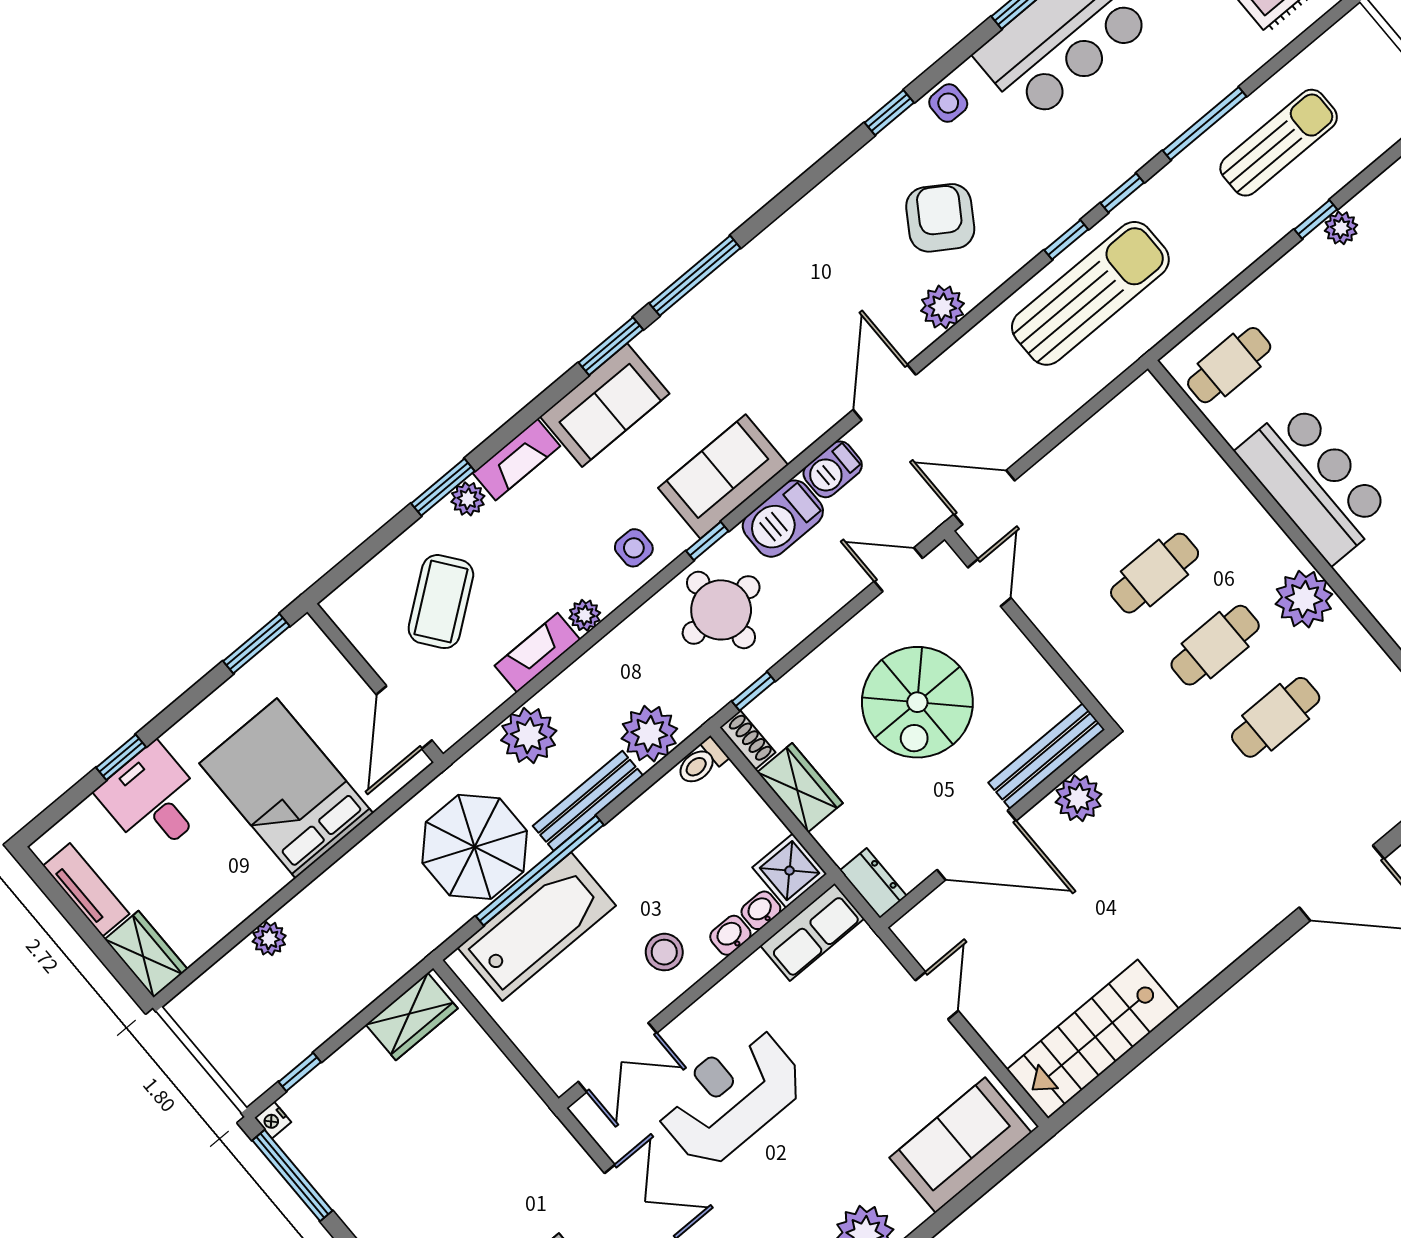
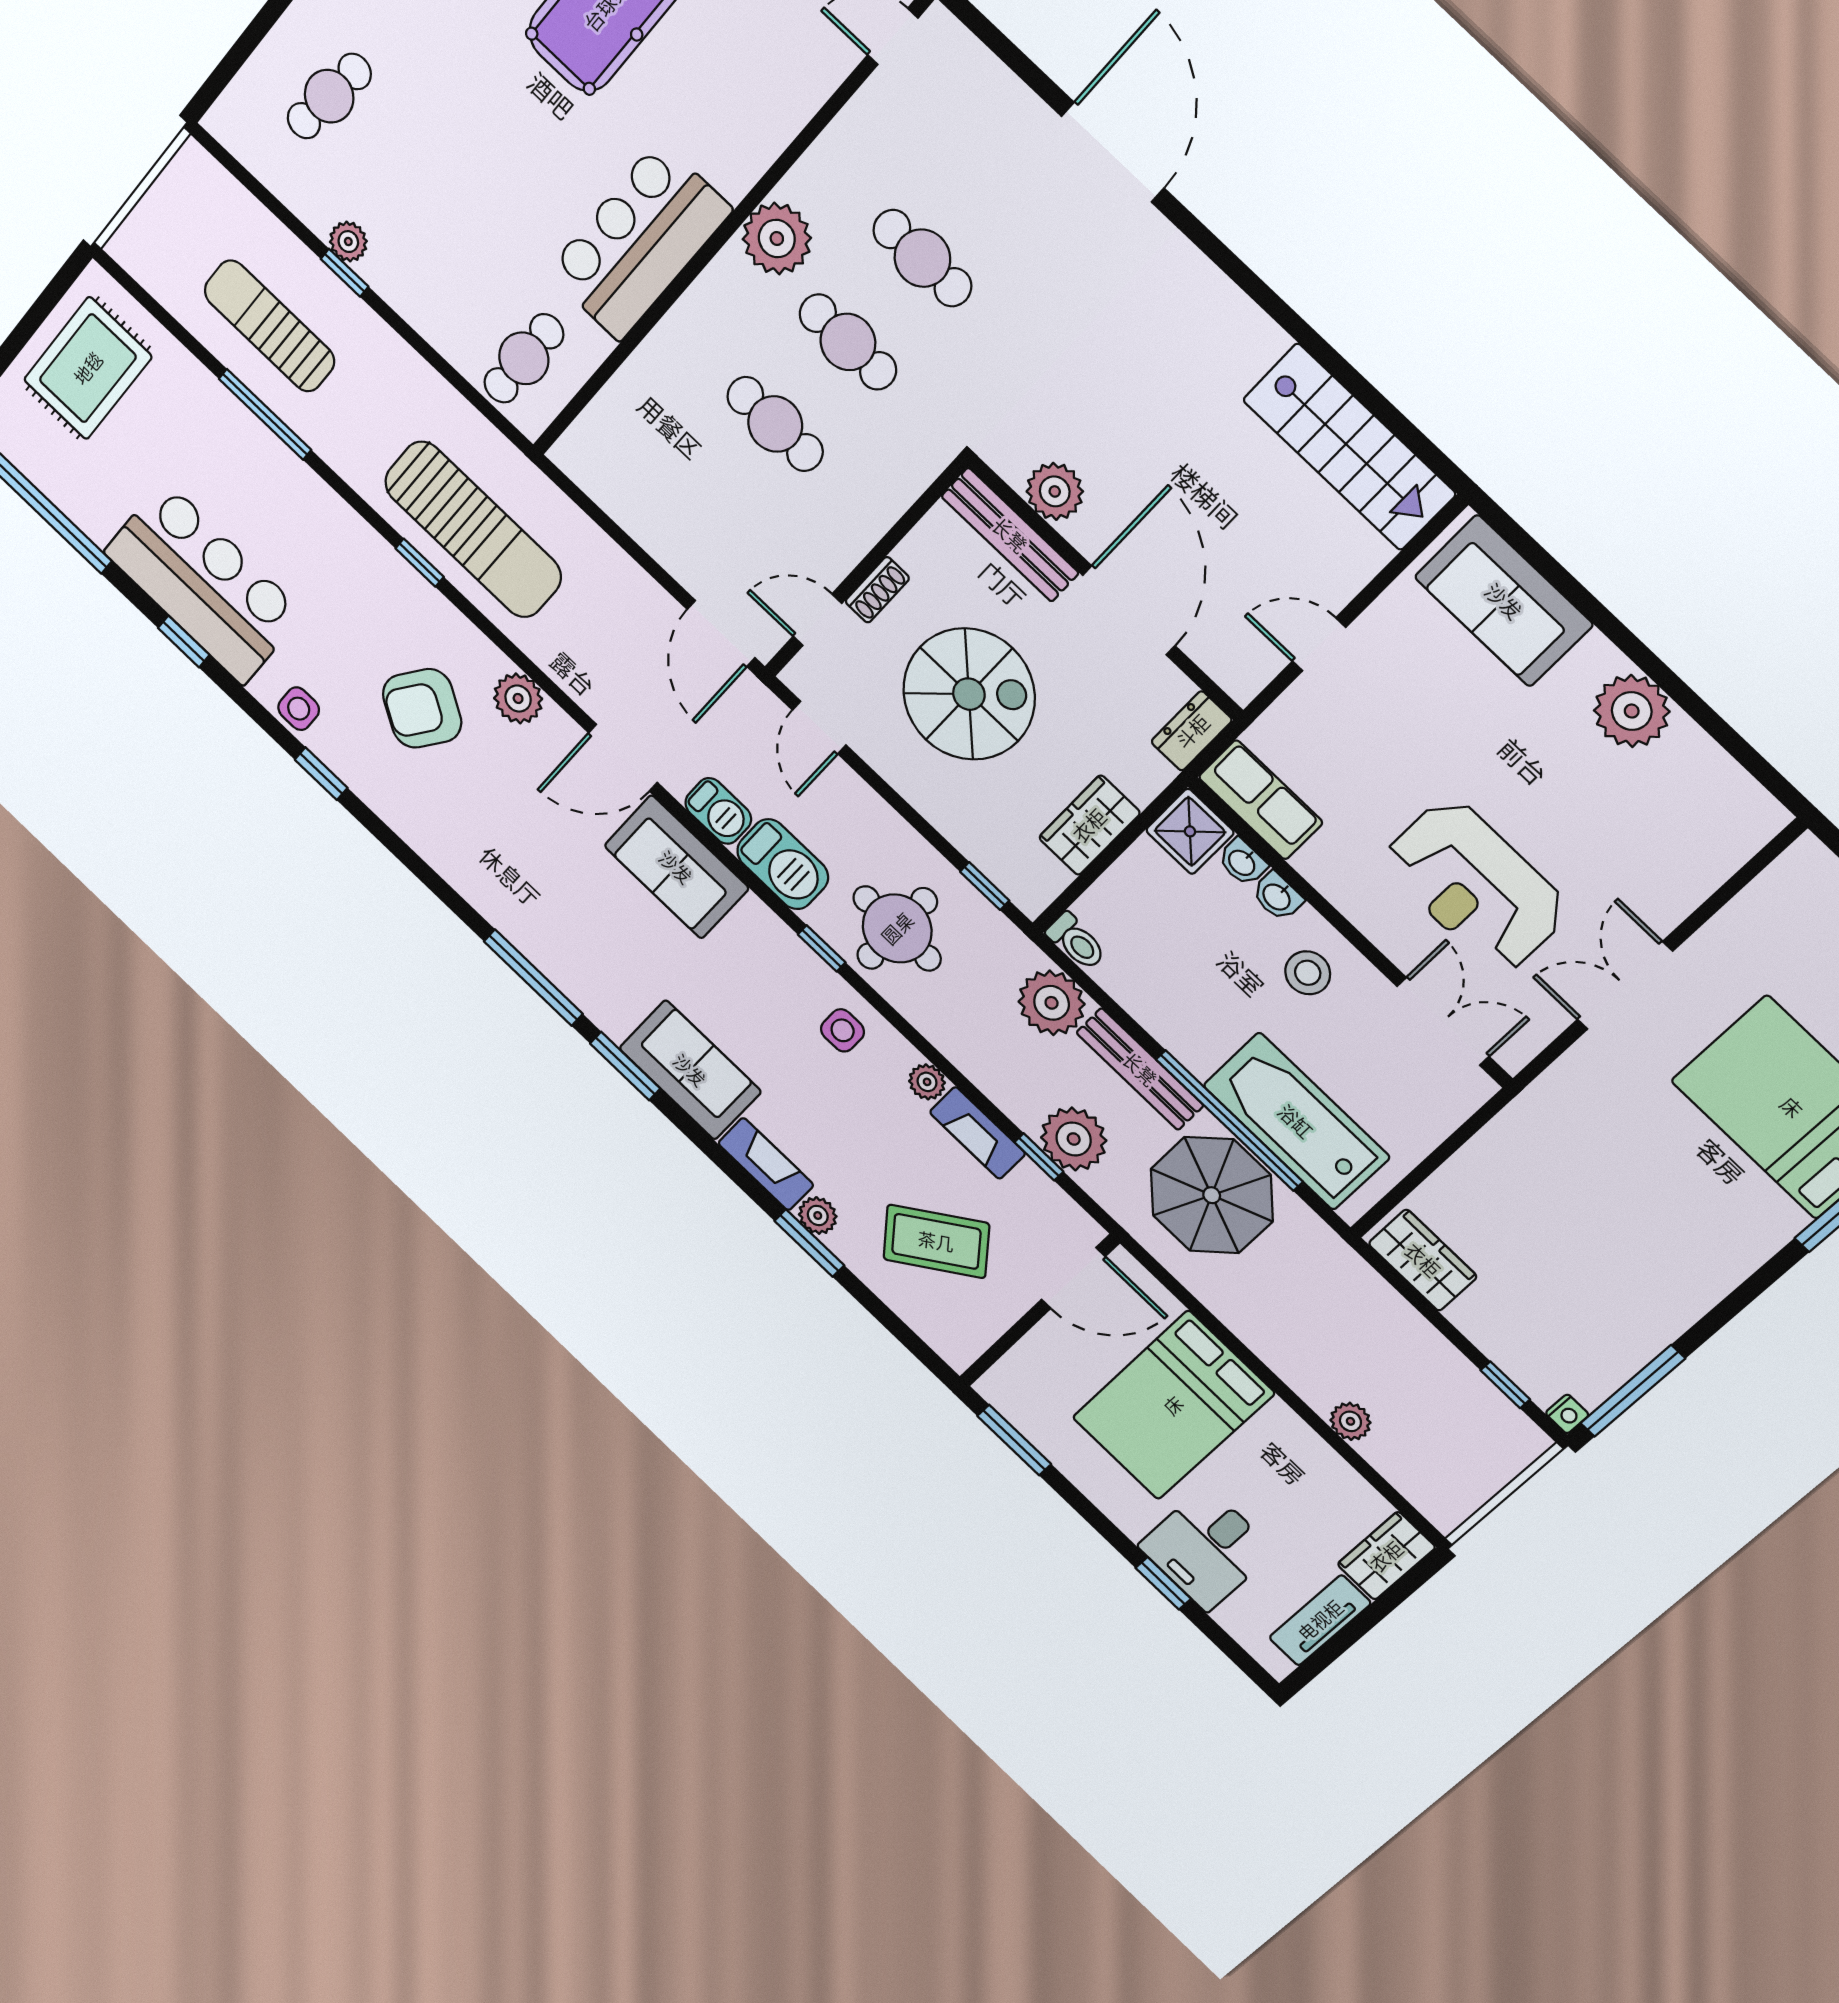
window: (1122, 193) -> (1039, 1157), moved
sun lounger: (1090, 293) -> (473, 529), turned 180
cafe table: (1229, 365) -> (524, 358), turned 90
sofa: (723, 477) -> (676, 867), moved
shoe rack: (748, 740) -> (877, 590), moved, turned 180

